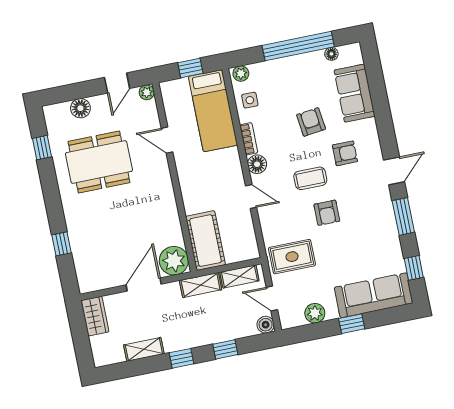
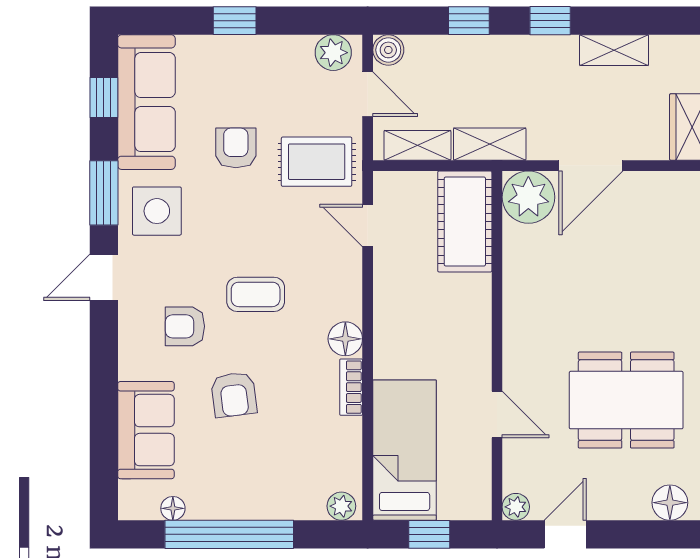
side table: (250, 100) -> (157, 211), moved, width x1.87, depth x1.87
floor lamp: (80, 108) -> (670, 503), moved
door: (251, 197) -> (368, 225), moved
armchair: (327, 213) -> (236, 148), moved
sofa: (374, 295) -> (146, 102), moved, turned -90
plant: (315, 313) -> (333, 53), moved

